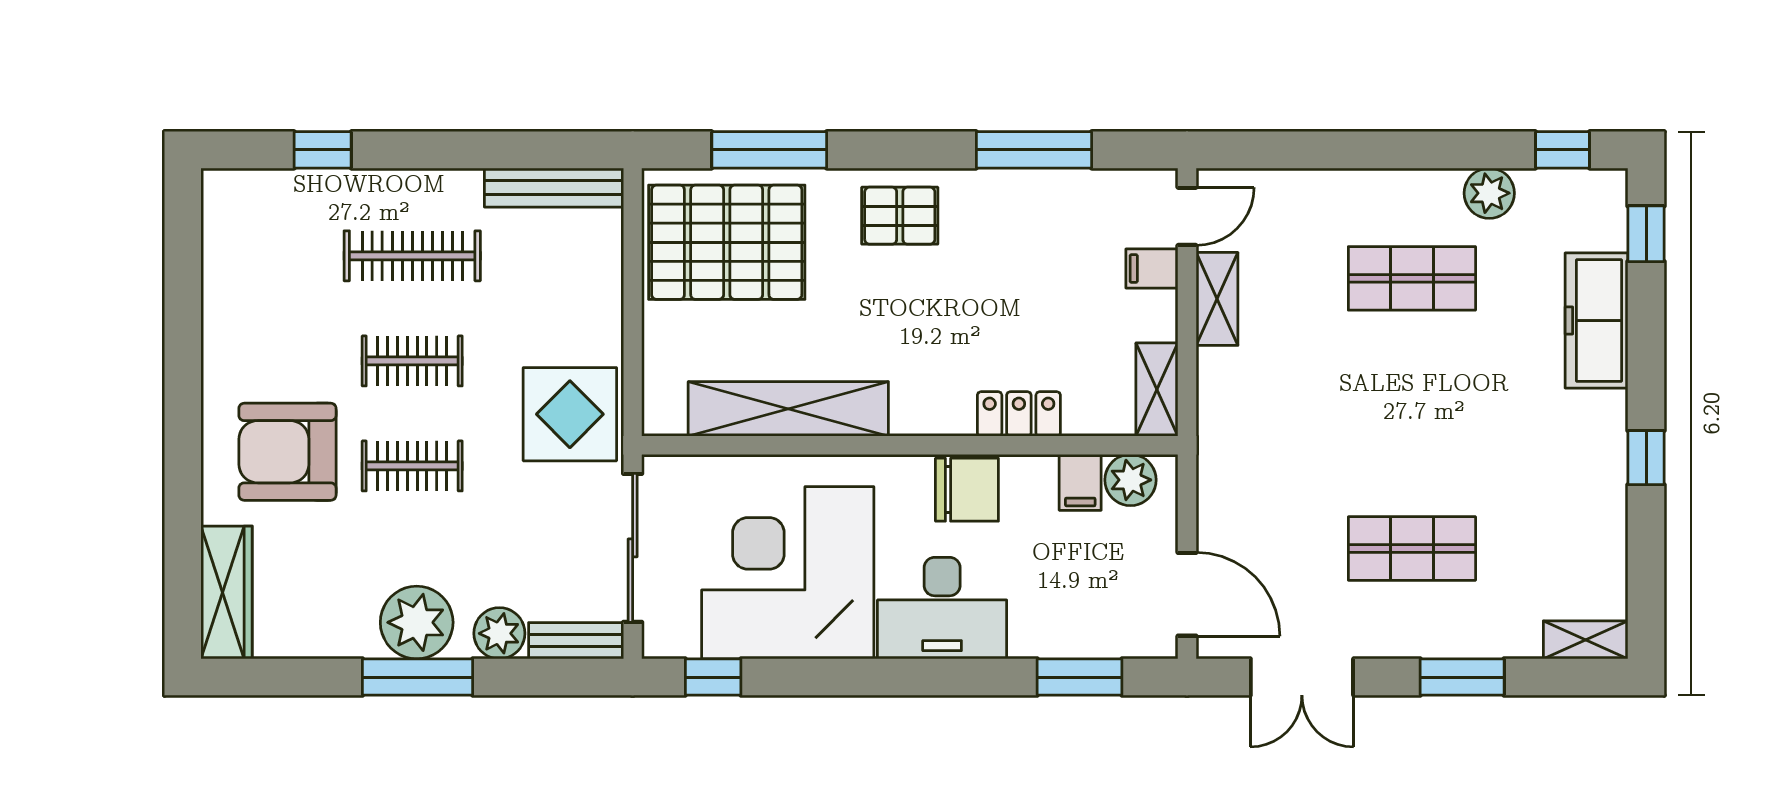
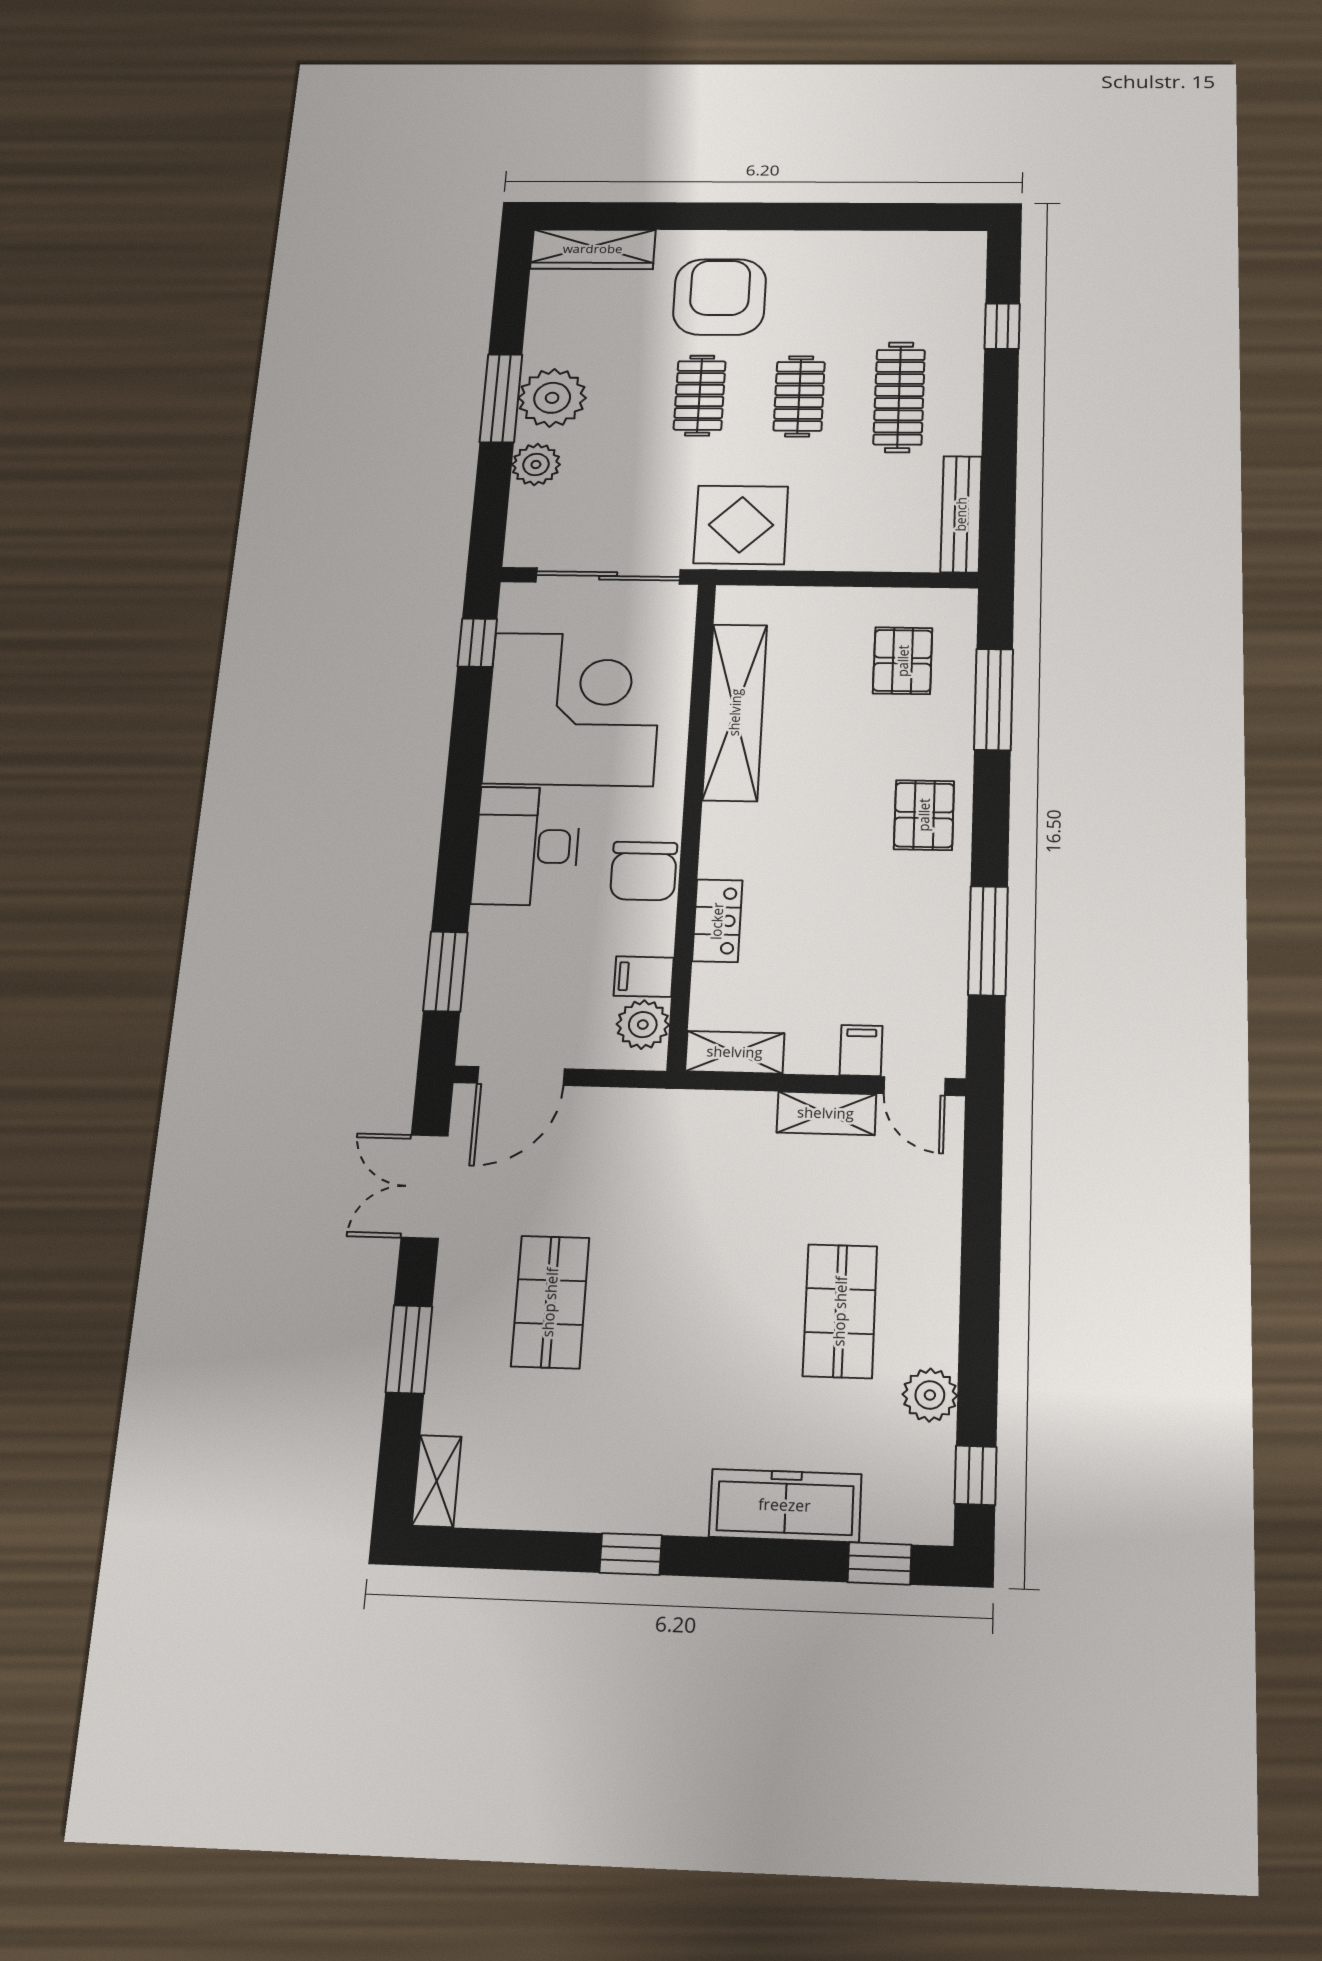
pallet: (727, 242) -> (903, 661), width x0.49, depth x0.50
bench: (576, 641) -> (523, 528), removed

